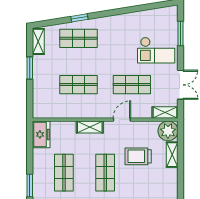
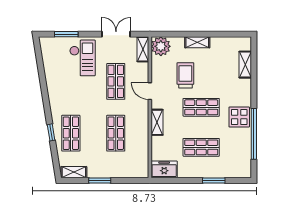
shelving: (172, 155) -> (197, 42), moved
trolley: (138, 156) -> (185, 75), turned 180

